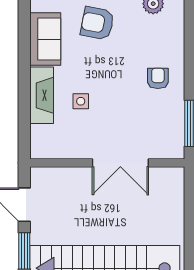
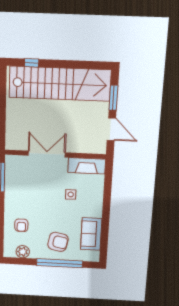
armchair: (158, 78) -> (21, 225), moved
fireplace: (42, 95) -> (87, 166), moved, turned -90

